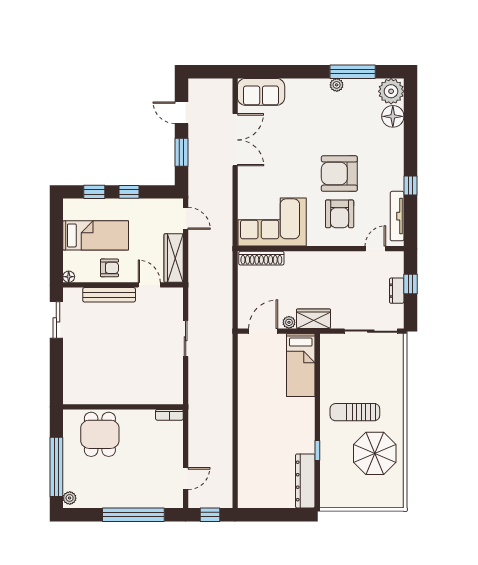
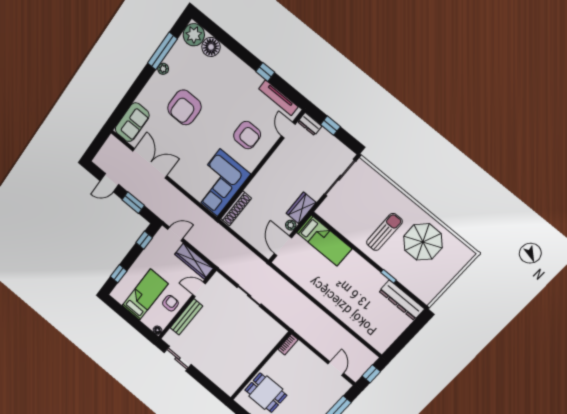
armchair: (339, 174) -> (184, 107), moved
window: (129, 192) -> (144, 240), moved
dresser: (397, 291) -> (310, 124), moved
sun lounger: (355, 412) -> (384, 232), turned 180

